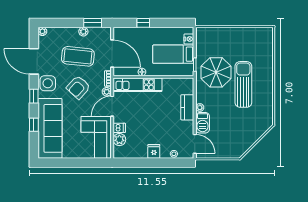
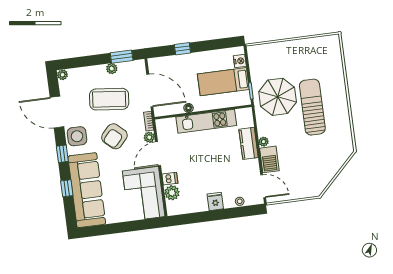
kitchen unit: (138, 85) -> (206, 121), moved

